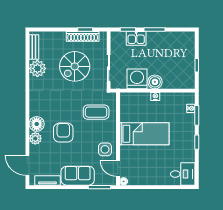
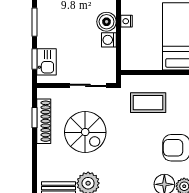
kitchen sink: (136, 38) -> (46, 62), moved
washing machine: (137, 79) -> (109, 40), width x0.53, depth x0.53
coffee table: (96, 112) -> (148, 103), turned 90

